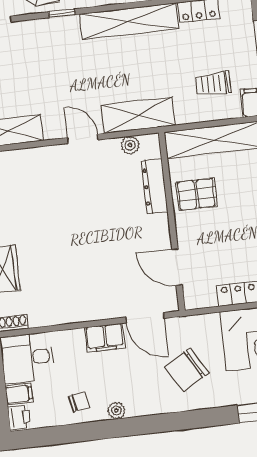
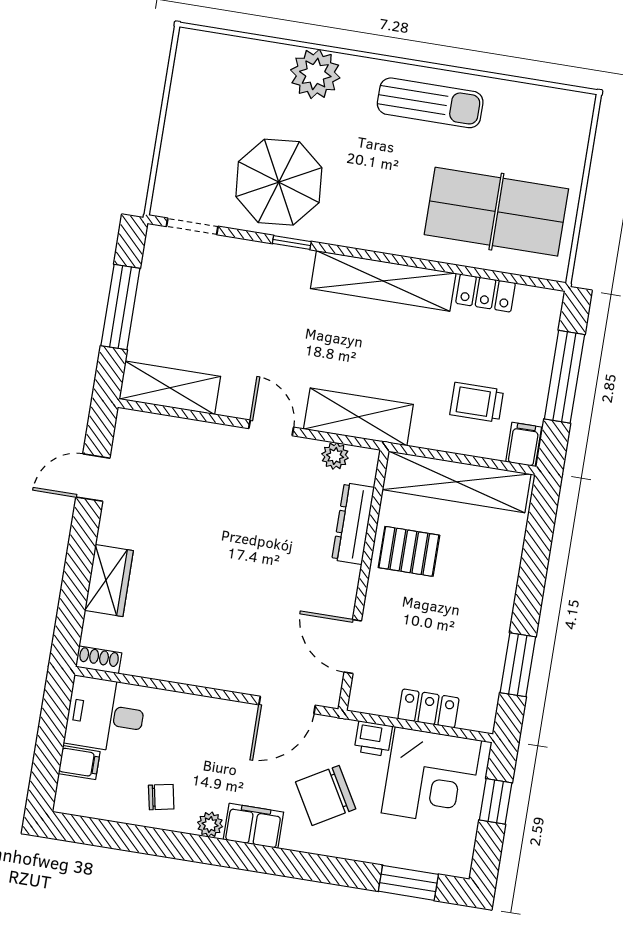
door: (145, 318) -> (287, 705), hinge flipped
filing cabinet: (105, 338) -> (253, 826), moved, turned 180
printer: (19, 417) -> (373, 739), moved, turned 90

